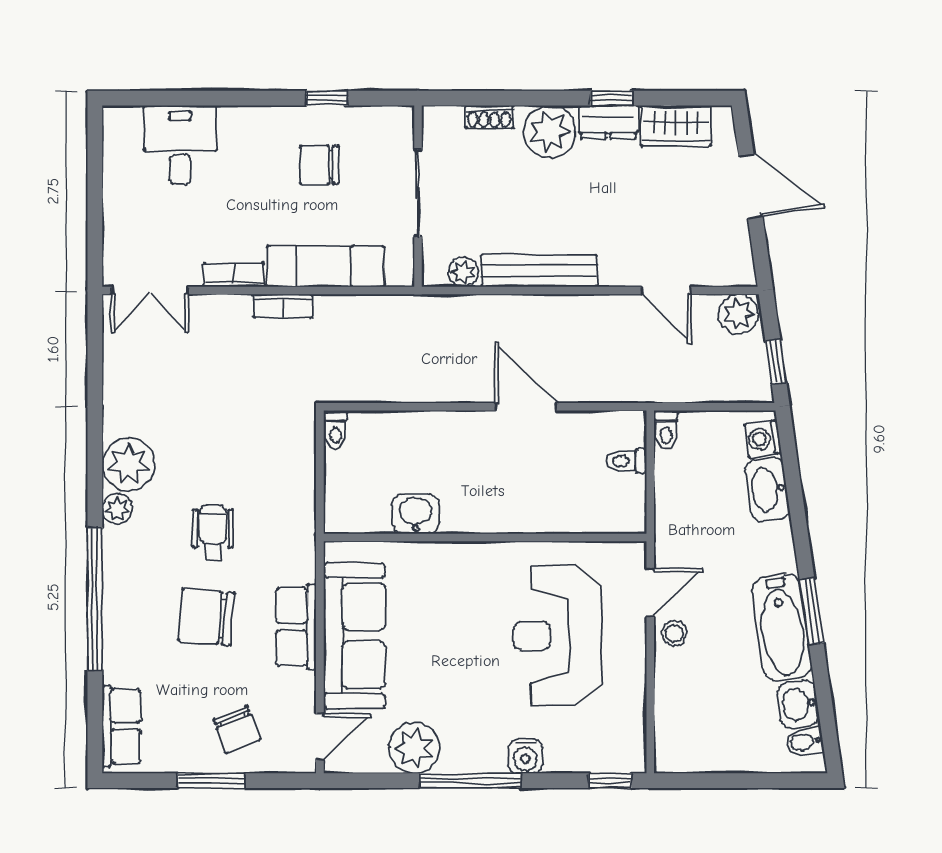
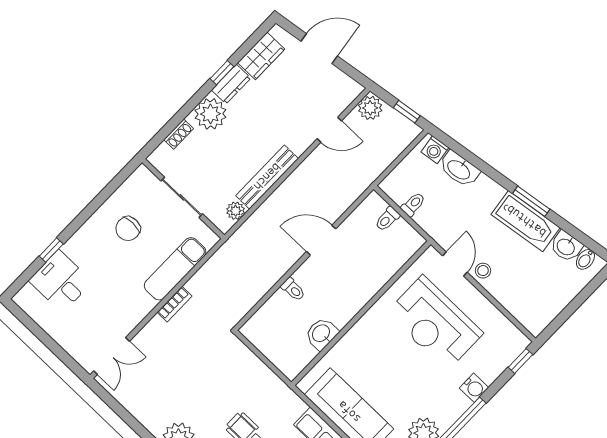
window: (327, 98) -> (51, 250), moved
bookcase: (234, 275) -> (140, 313), removed
toilet: (335, 430) -> (293, 289), moved
toilet: (666, 430) -> (413, 204), moved, turned -90

